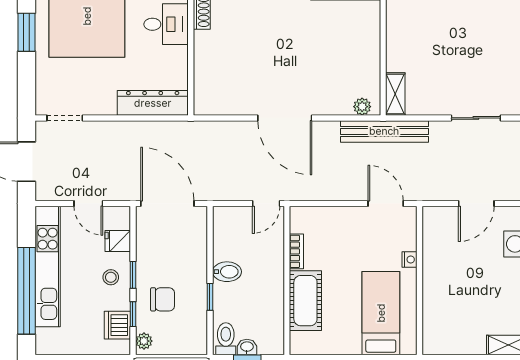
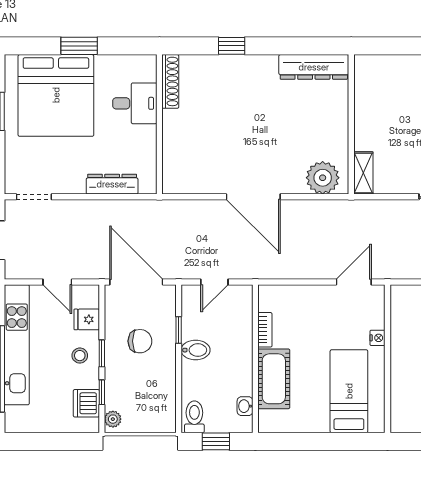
dresser: (153, 103) -> (112, 184), width x0.73, depth x0.80
plant: (362, 107) -> (323, 178), width x1.87, depth x1.87
bench: (384, 131) -> (353, 210), removed
door: (266, 203) -> (214, 282), moved
door: (386, 203) -> (354, 282), hinge flipped
window: (210, 297) -> (179, 330), moved
chair: (163, 299) -> (140, 341), moved
washbasin: (247, 347) -> (245, 406), moved, turned -90

